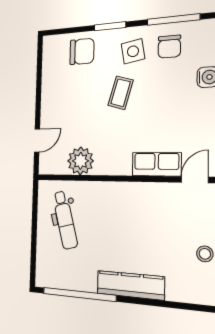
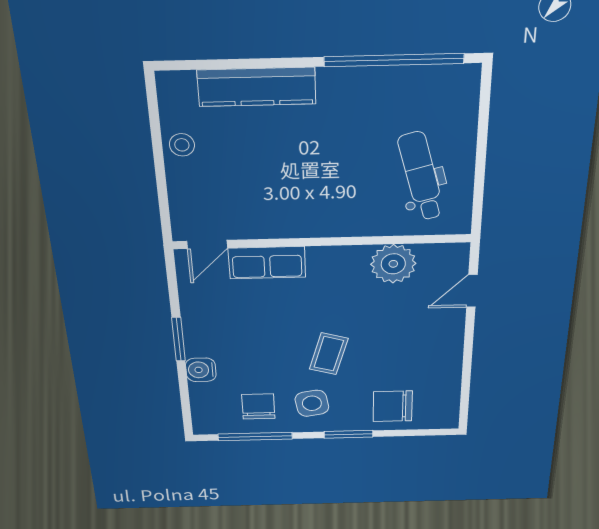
kitchen counter: (130, 285) -> (257, 87), moved

